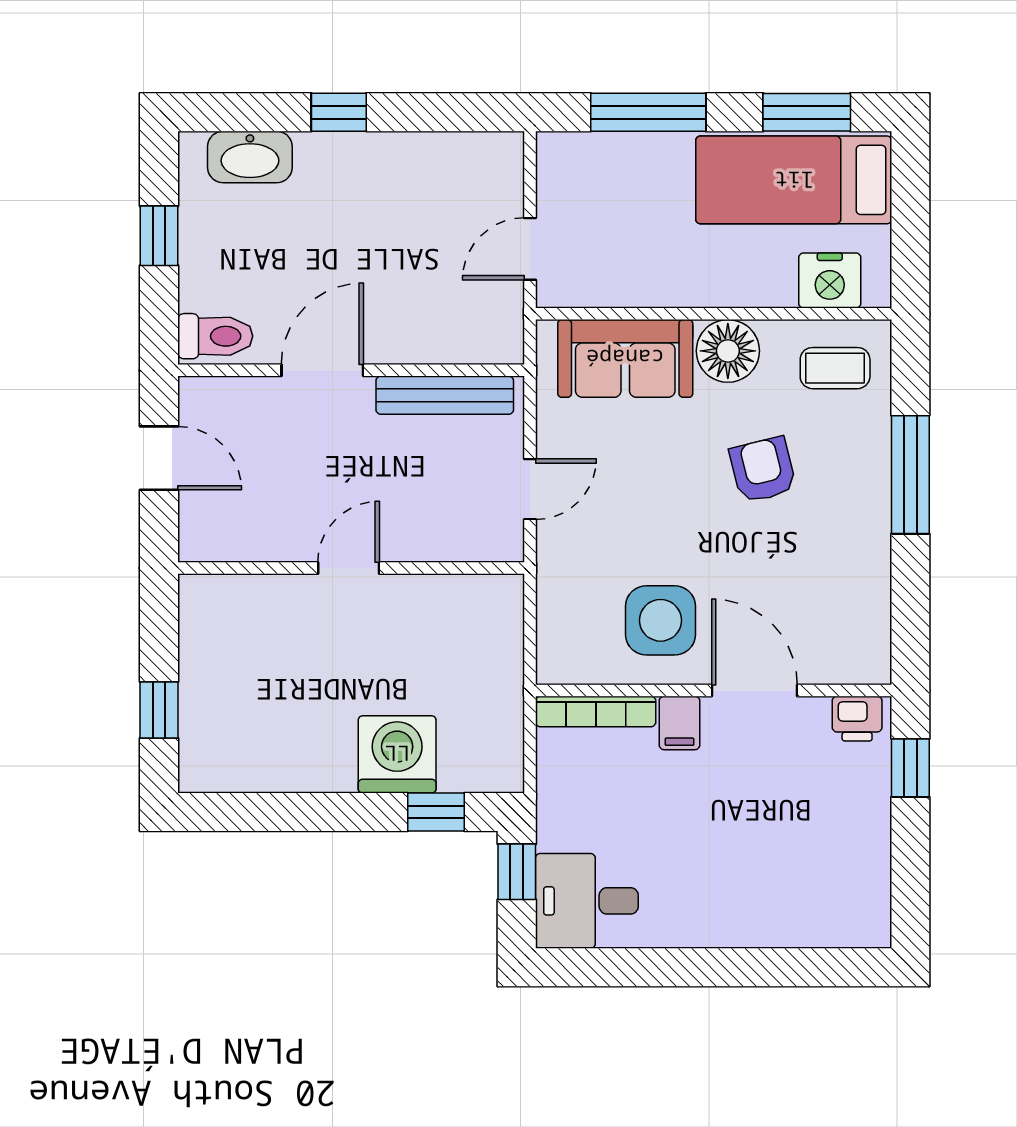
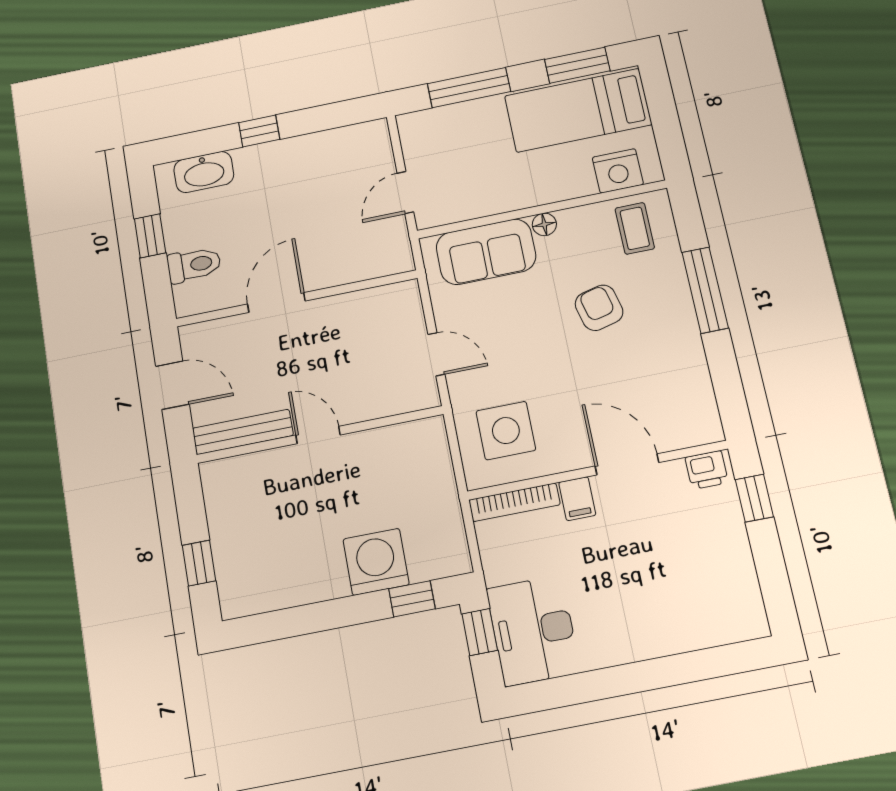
toilet: (215, 336) -> (194, 265), moved
floor lamp: (728, 351) -> (544, 224), width x0.53, depth x0.53
coffee table: (835, 368) -> (635, 228), turned 90
bench: (445, 395) -> (243, 432), moved
door: (530, 489) -> (436, 354), hinge flipped
door: (349, 568) -> (318, 435), hinge flipped
side table: (661, 620) -> (506, 431), moved
desk: (587, 901) -> (533, 631), width x1.37

